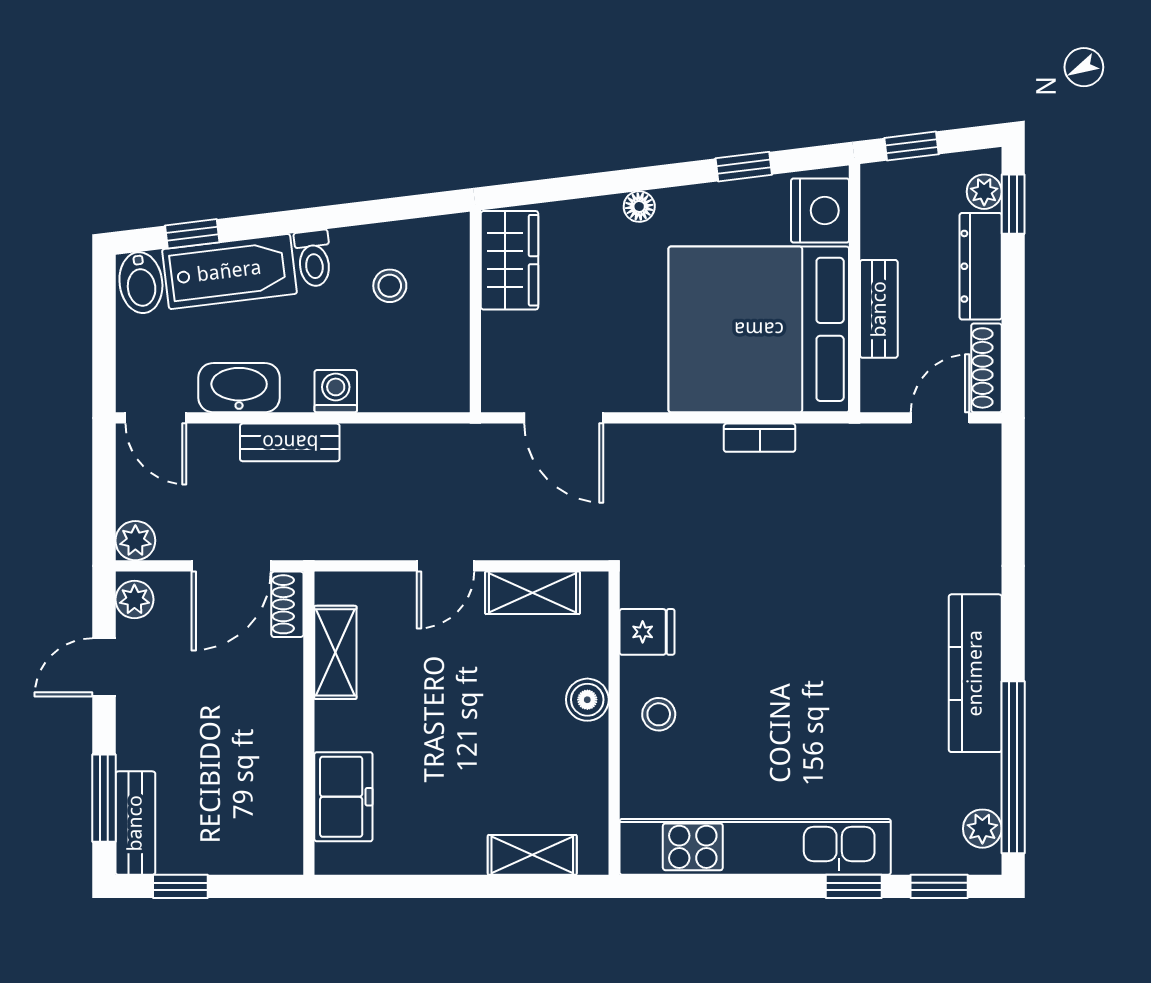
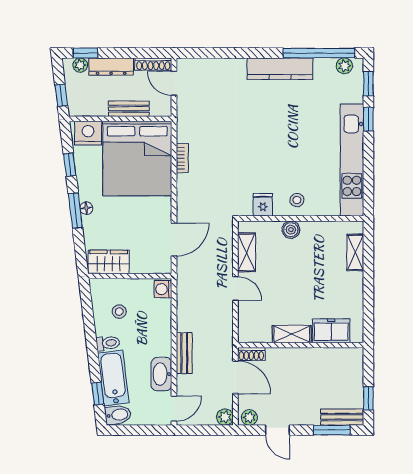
window: (633, 180) -> (75, 211), added
washing machine: (336, 391) -> (163, 289), moved
shelving: (335, 652) -> (292, 334), moved

